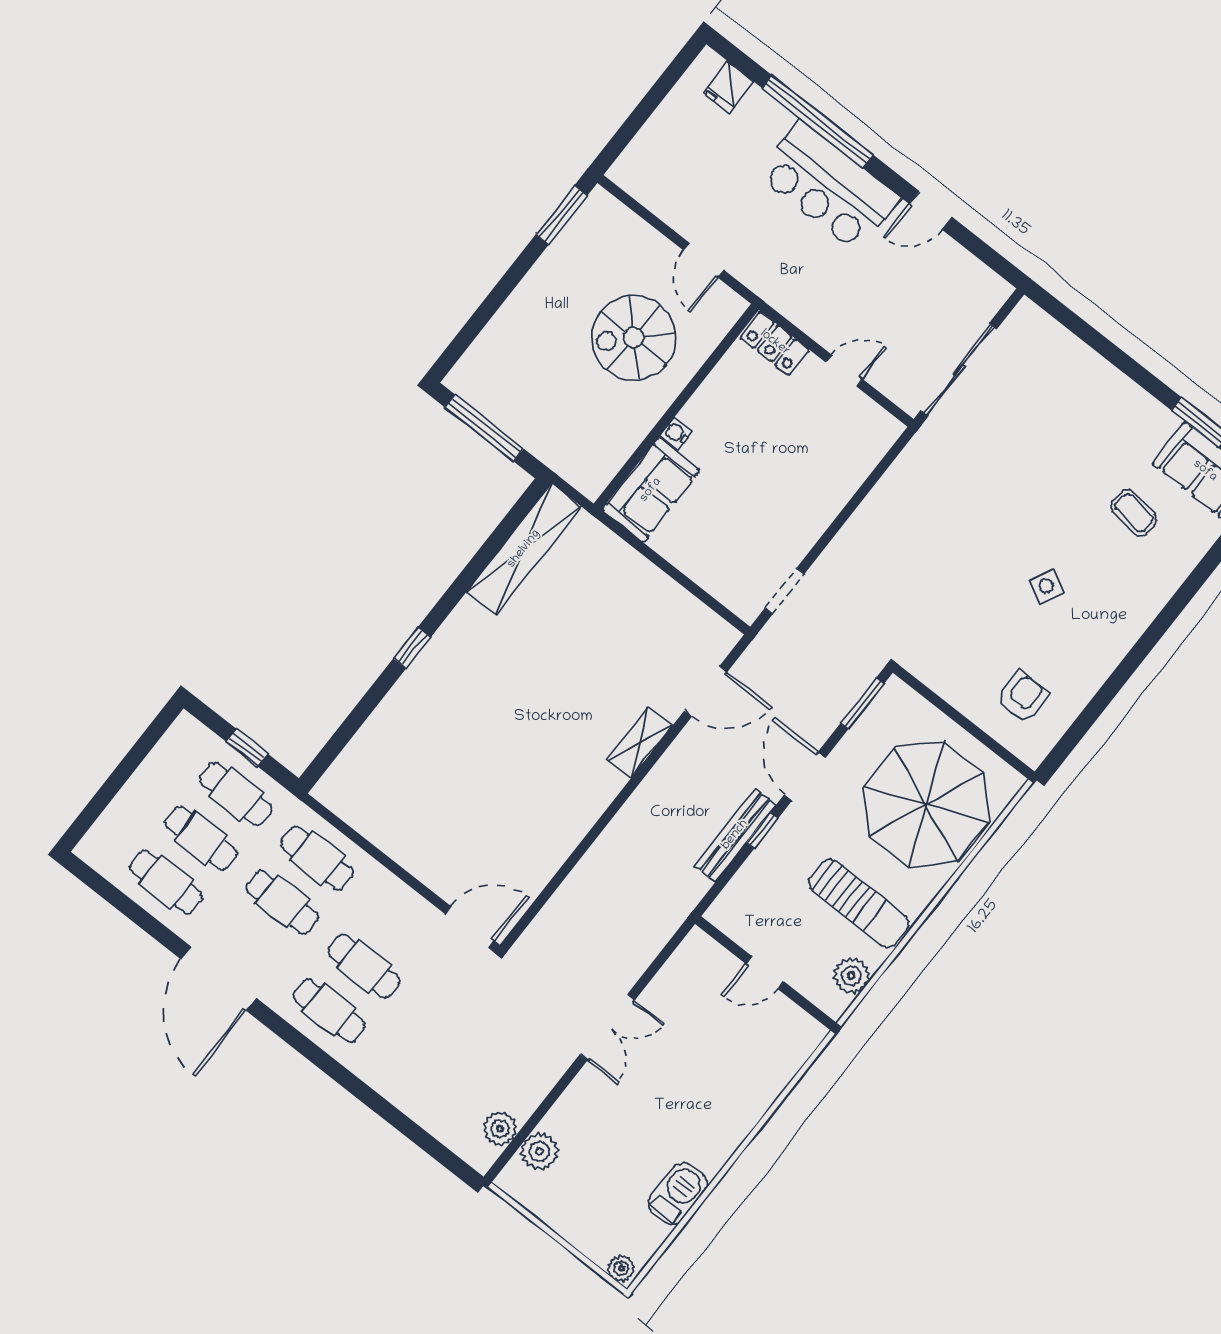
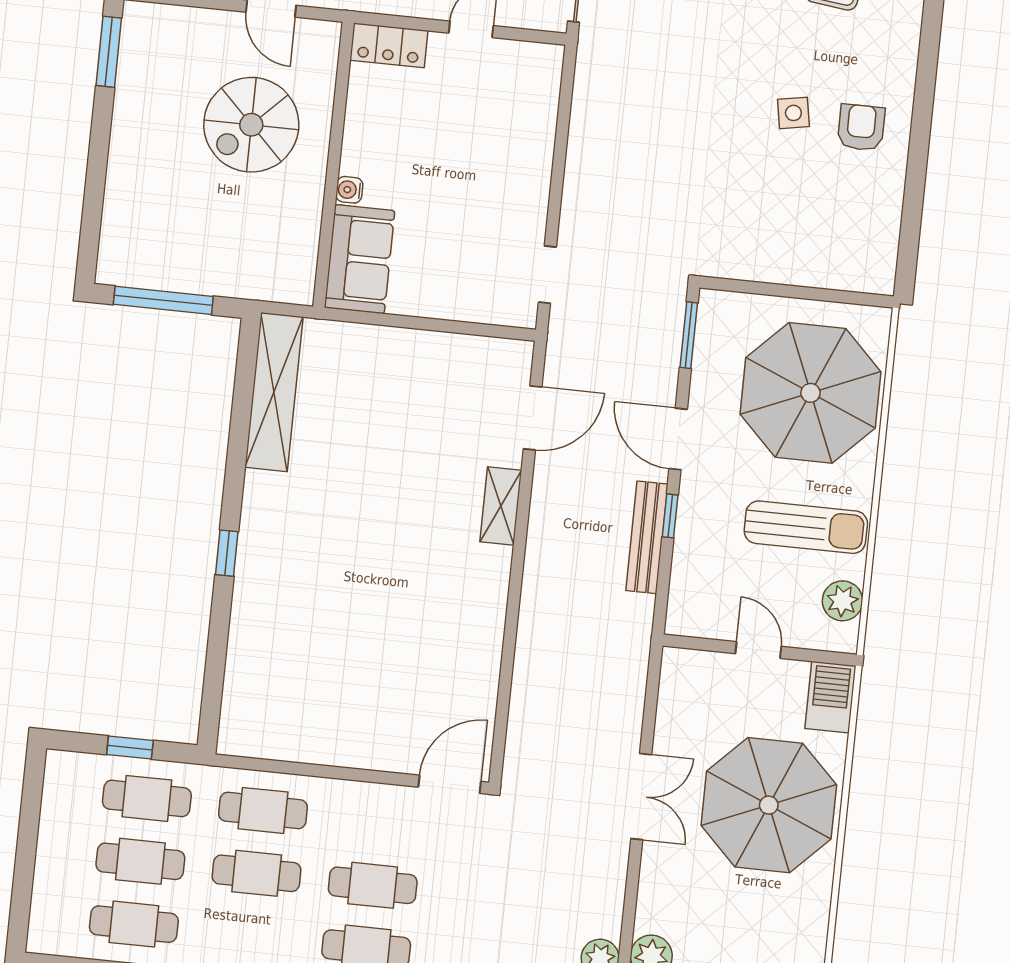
side table: (1046, 586) -> (793, 113), turned -36
armchair: (1023, 697) -> (861, 127), moved
door: (765, 973) -> (758, 650), swing flipped
parasol: (699, 1094) -> (769, 805), added
barbecue: (678, 1194) -> (830, 697), moved

